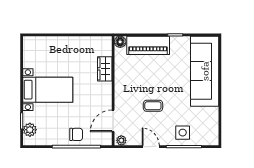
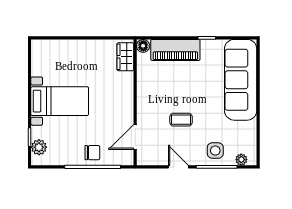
wardrobe: (105, 69) -> (125, 57), moved
plant: (121, 140) -> (241, 160), moved

